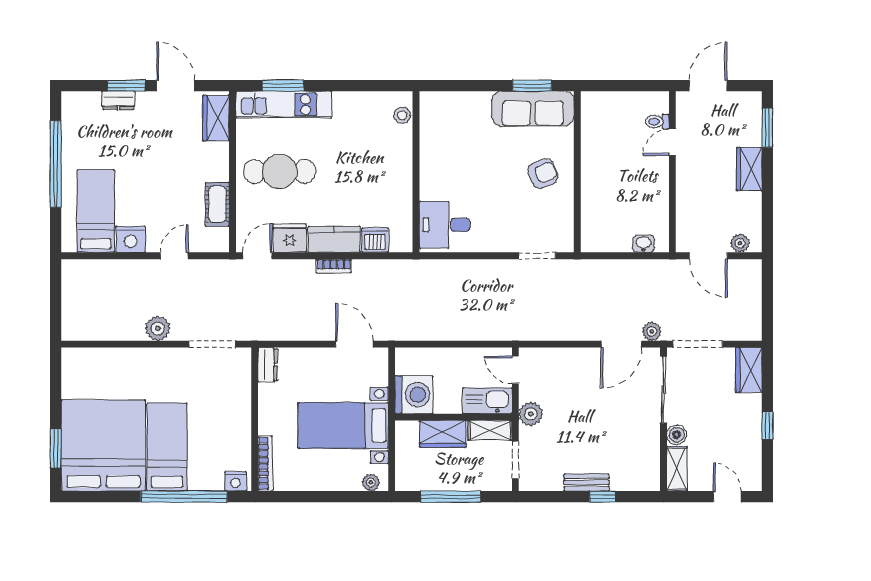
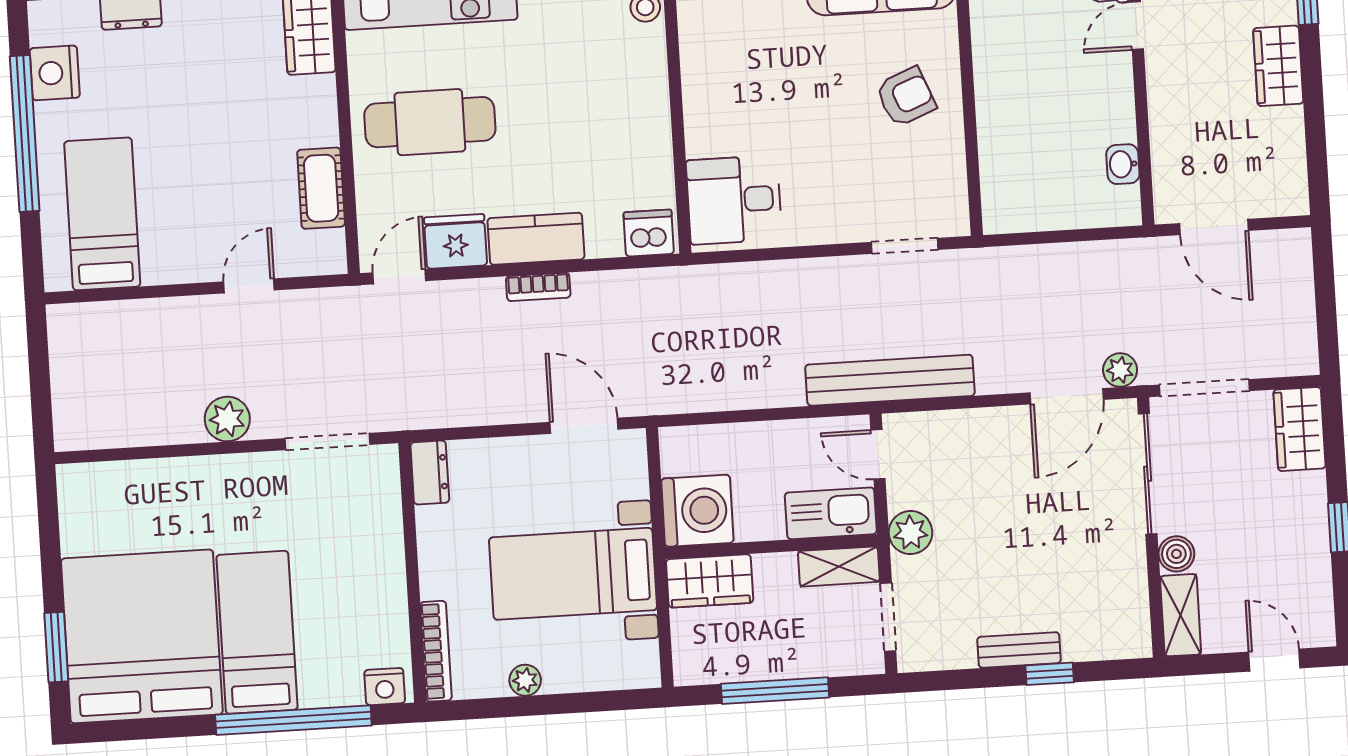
nightstand: (131, 239) -> (55, 73), moved, turned 90
dishwasher: (375, 240) -> (649, 233), moved
plant: (740, 243) -> (1270, 201), removed
washbasin: (644, 244) -> (1123, 164), moved, turned -90
bench: (525, 329) -> (890, 380), added
wardrobe: (443, 434) -> (710, 581), moved
plant: (371, 482) -> (525, 680), moved

